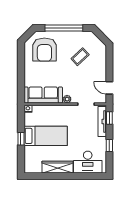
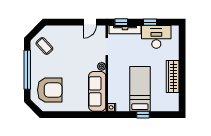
coffee table: (80, 57) -> (44, 46), moved
desk: (88, 162) -> (156, 37), moved, turned -90

